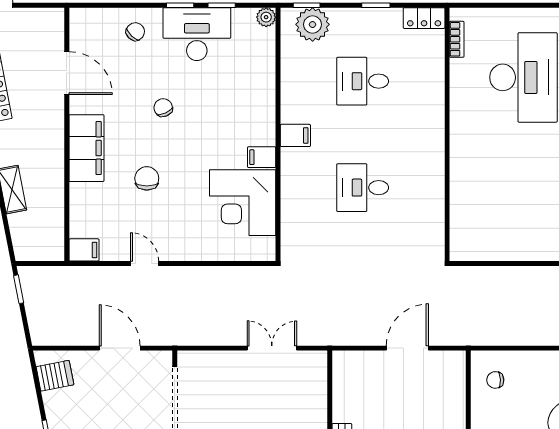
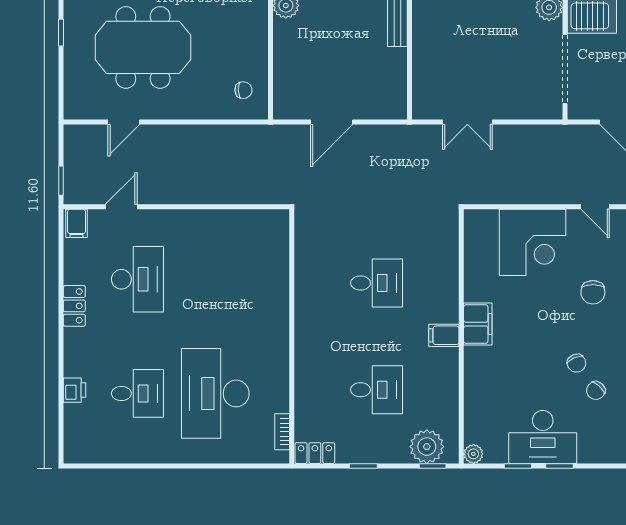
chair: (135, 32) -> (596, 391), moved
filing cabinet: (262, 157) -> (478, 324), width x2.00
corner desk: (243, 203) -> (532, 242), moved, turned 90

